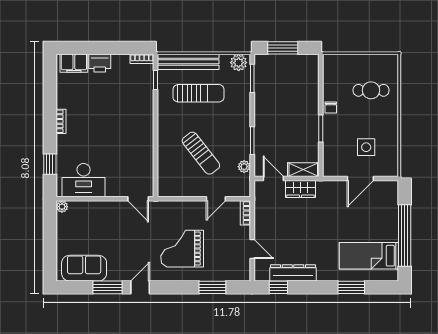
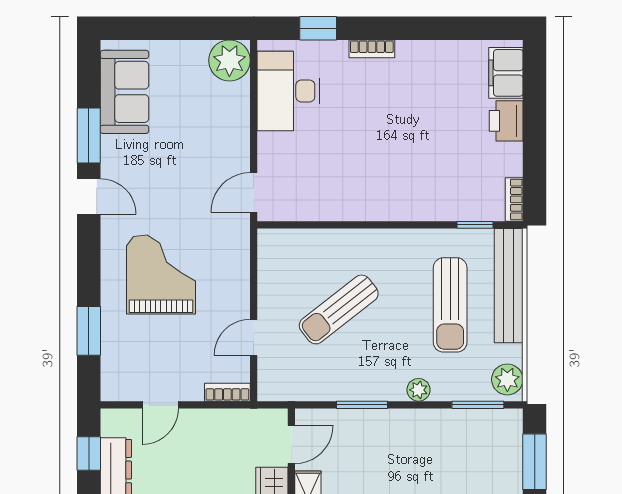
bookcase: (61, 121) -> (372, 49), moved
plant: (244, 167) -> (419, 390), moved
door: (216, 199) -> (254, 337), hinge flipped
plant: (62, 207) -> (229, 60), width x1.87, depth x1.87

